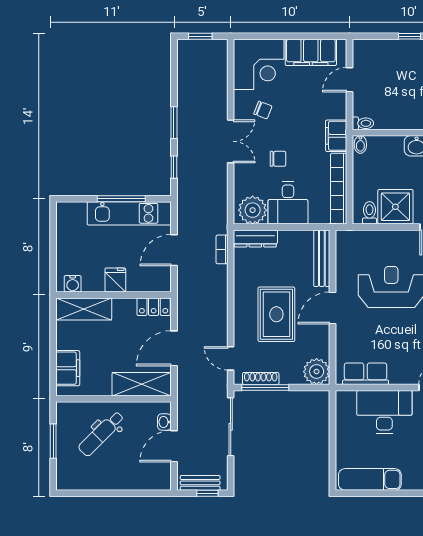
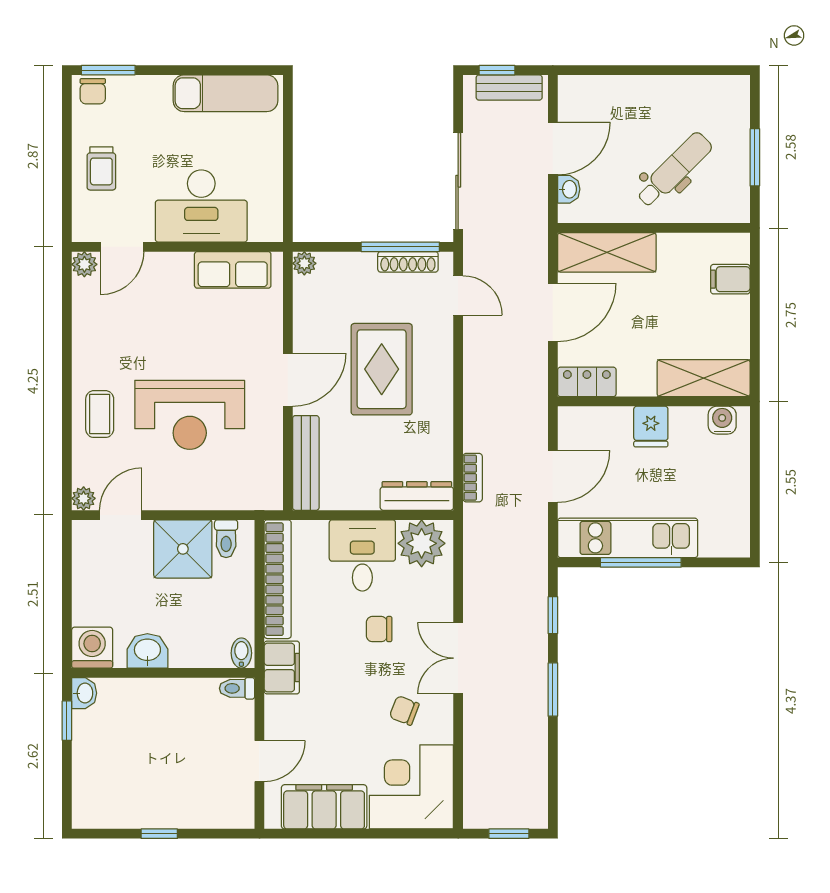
filing cabinet: (68, 368) -> (730, 279), width x0.50
plant: (317, 372) -> (304, 263), width x0.53, depth x0.53

